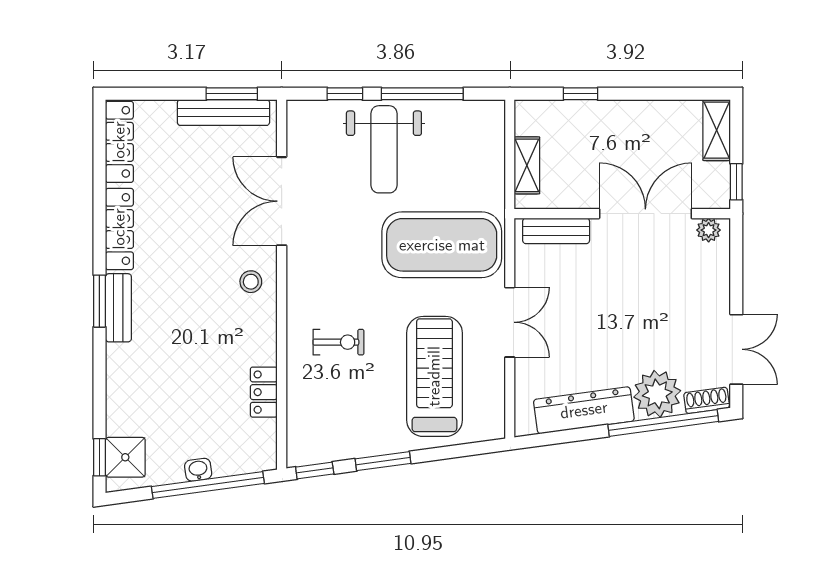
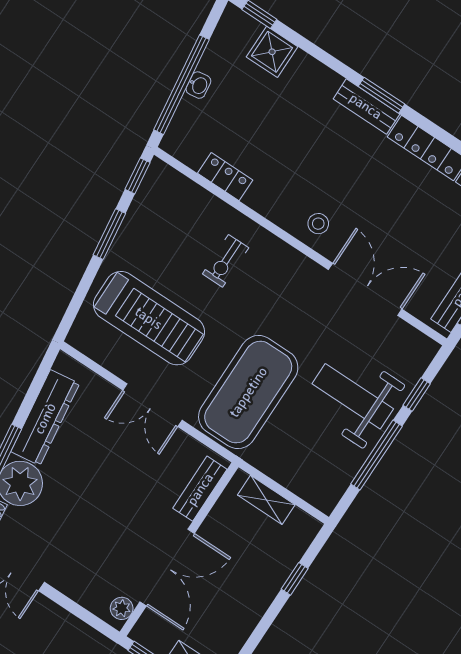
shower: (125, 457) -> (272, 52), moved

